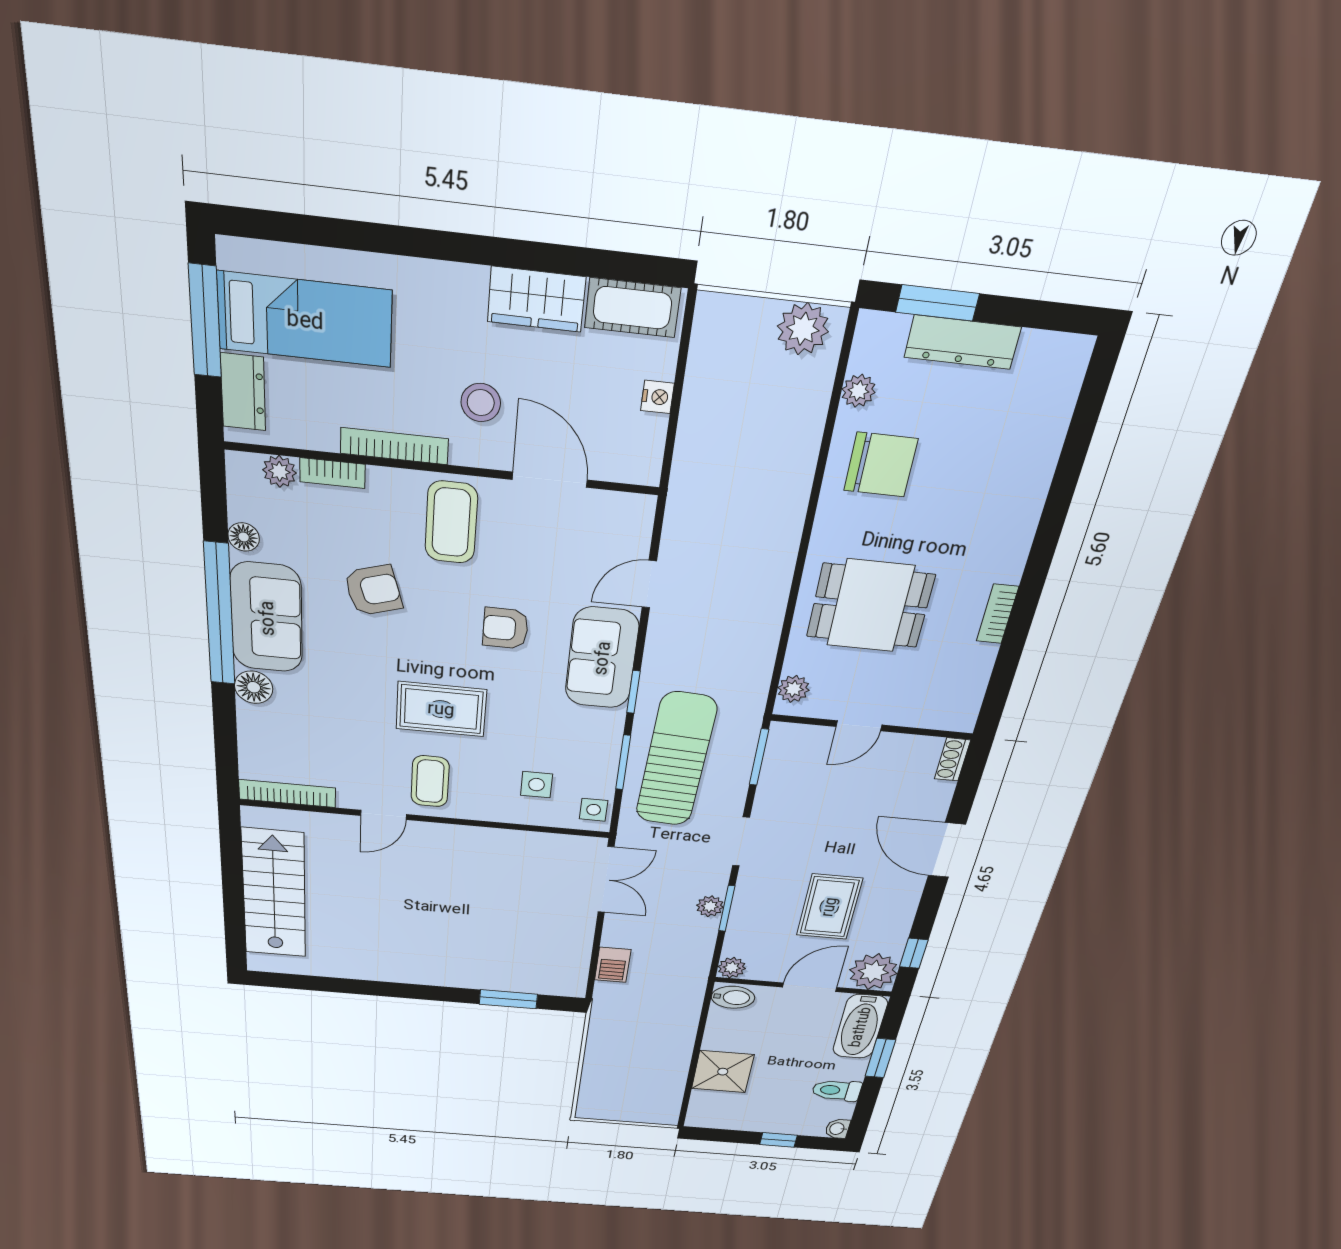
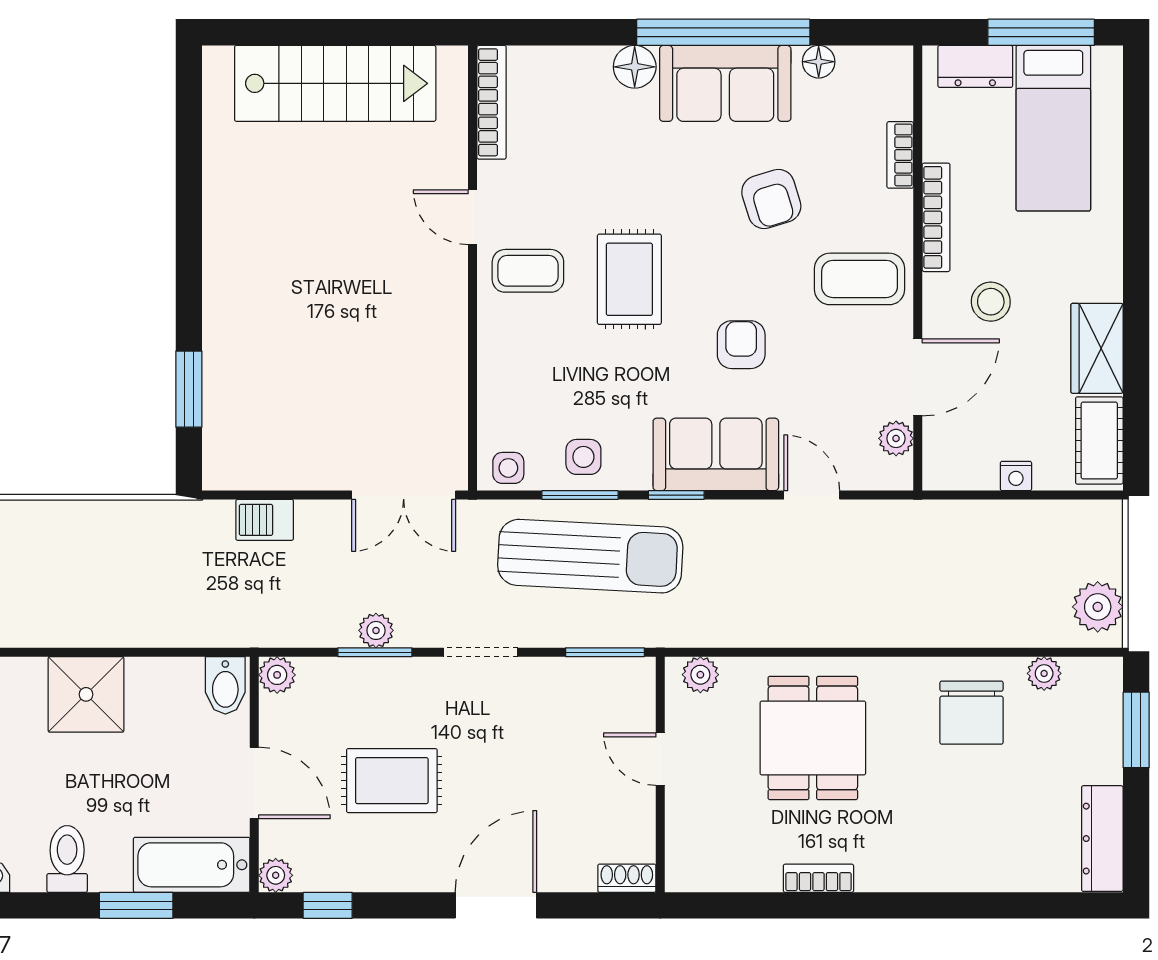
dresser: (963, 342) -> (1102, 839), moved
plant: (279, 471) -> (896, 438), moved
side table: (537, 785) -> (583, 457), moved
plant: (873, 972) -> (276, 875), width x0.53, depth x0.53

